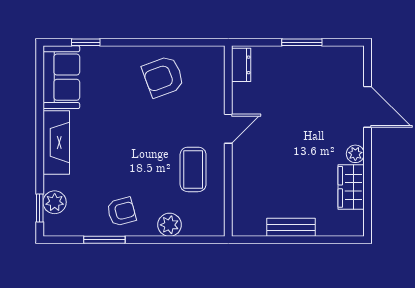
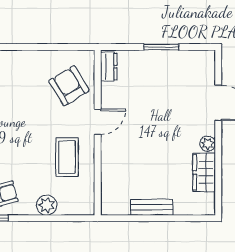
armchair: (163, 77) -> (69, 86), moved, turned 79

